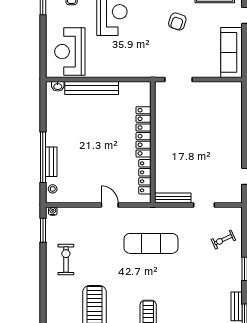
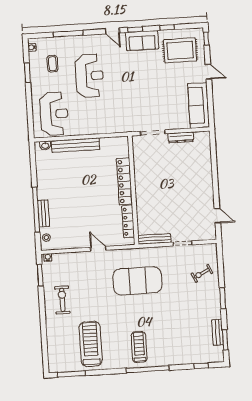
armchair: (177, 22) -> (148, 81), removed
reception desk: (70, 52) -> (54, 114), turned 180
dresser: (209, 87) -> (181, 137), added
exercise mat: (151, 243) -> (137, 281), width x1.47

